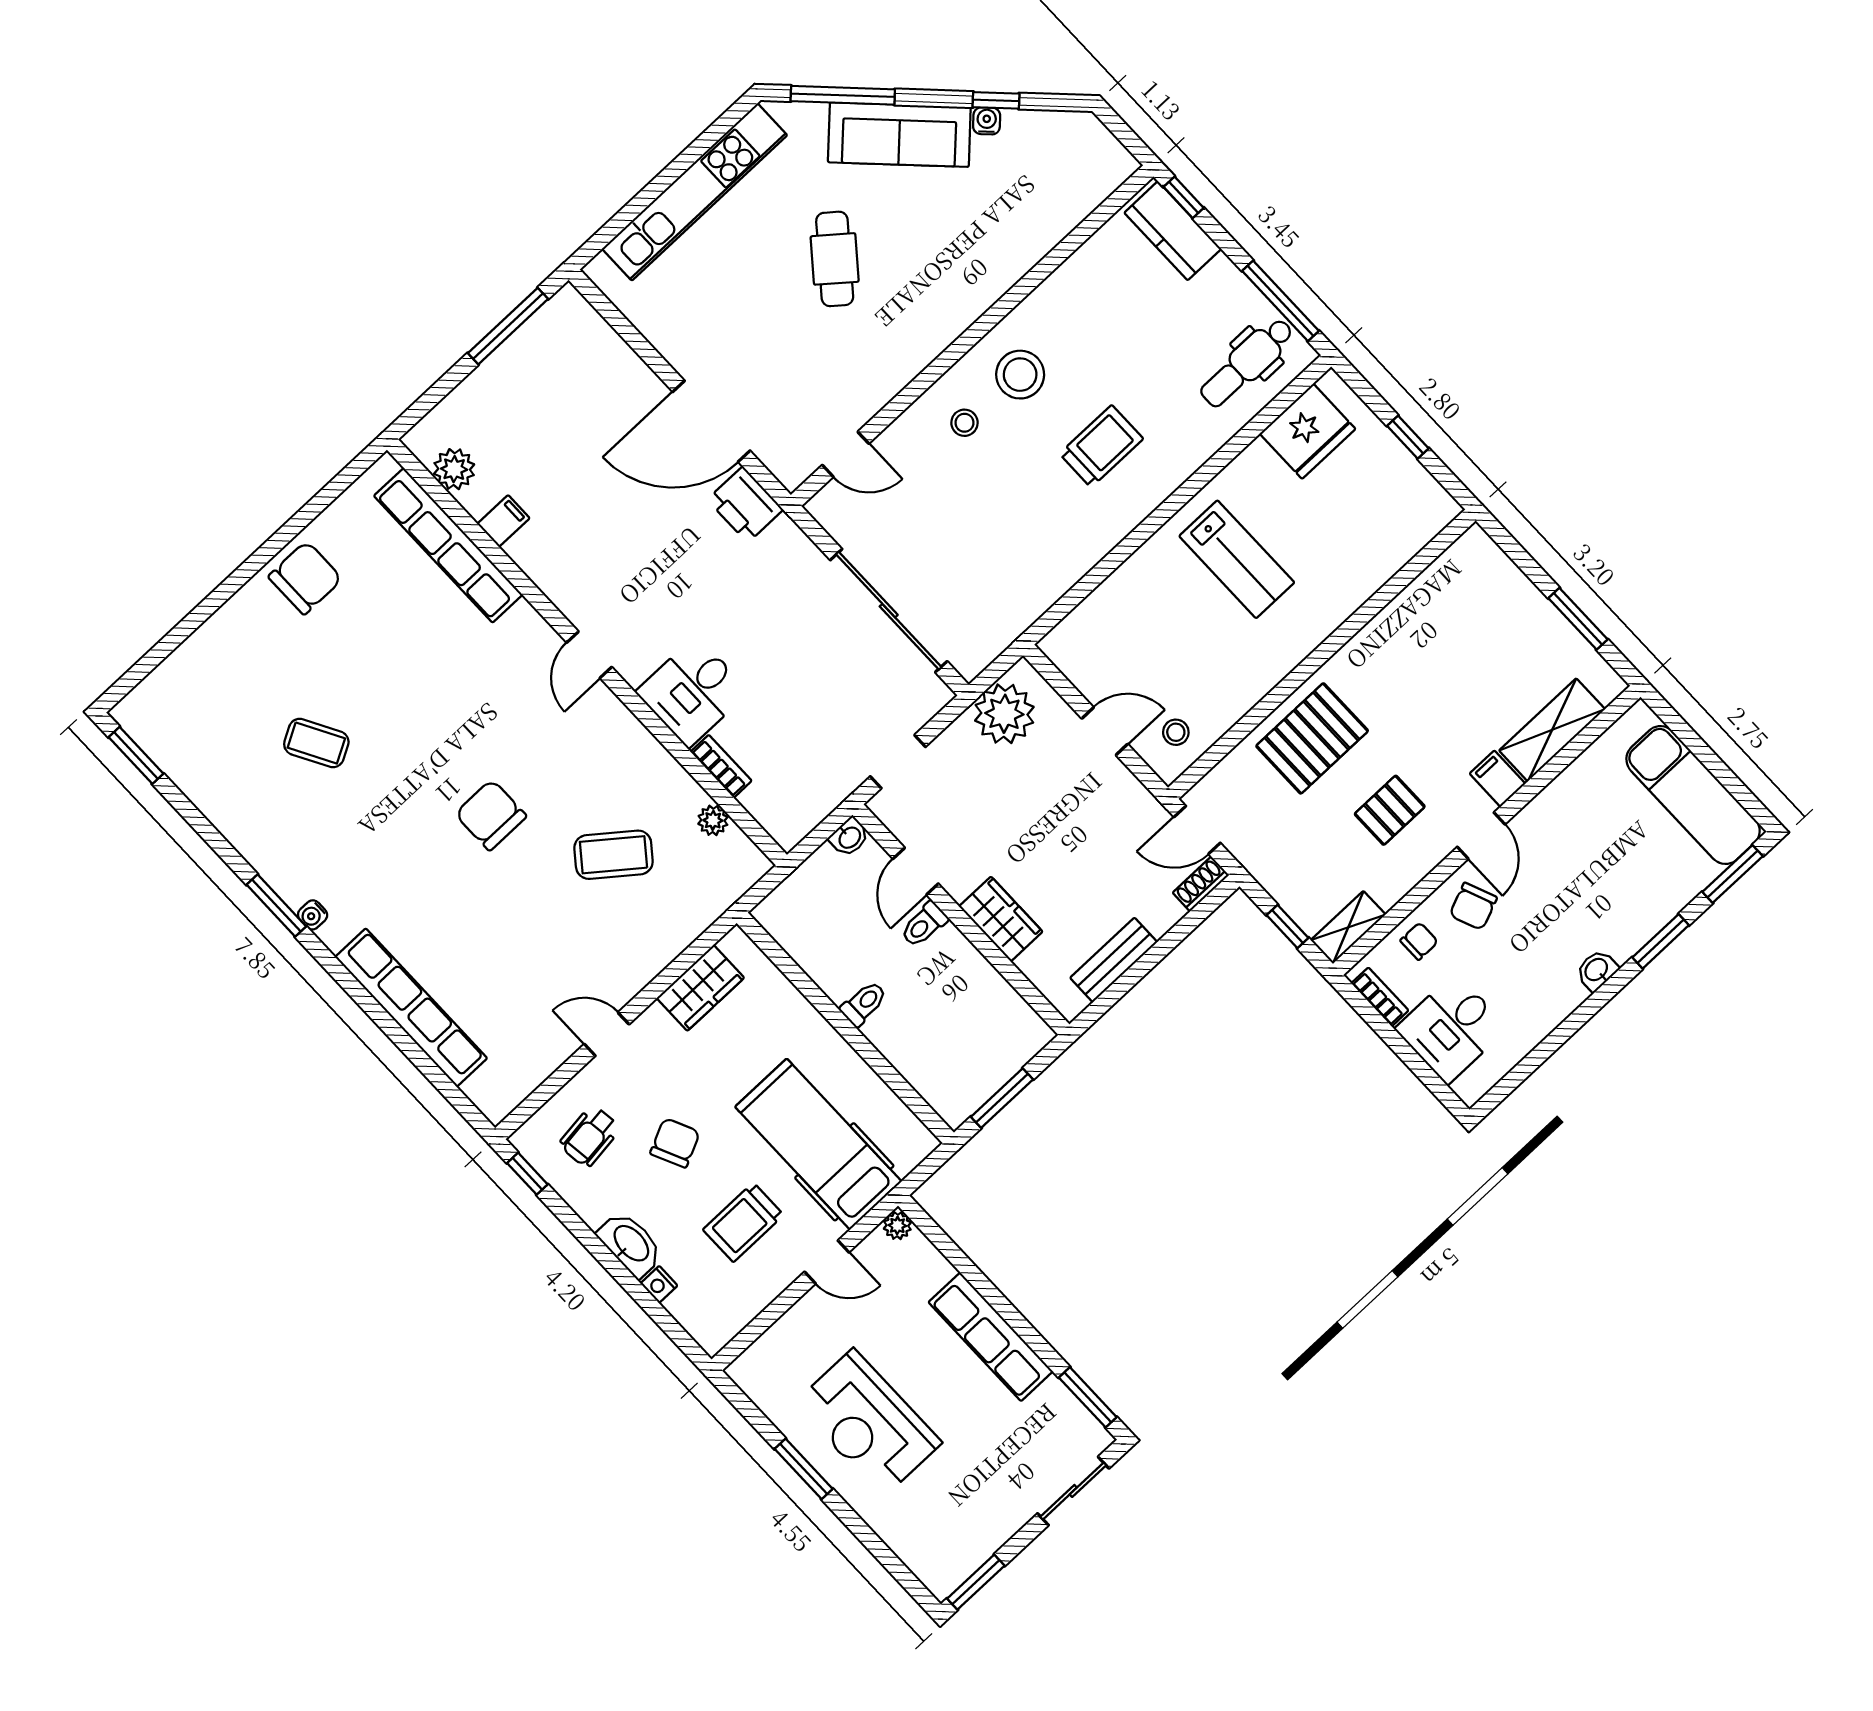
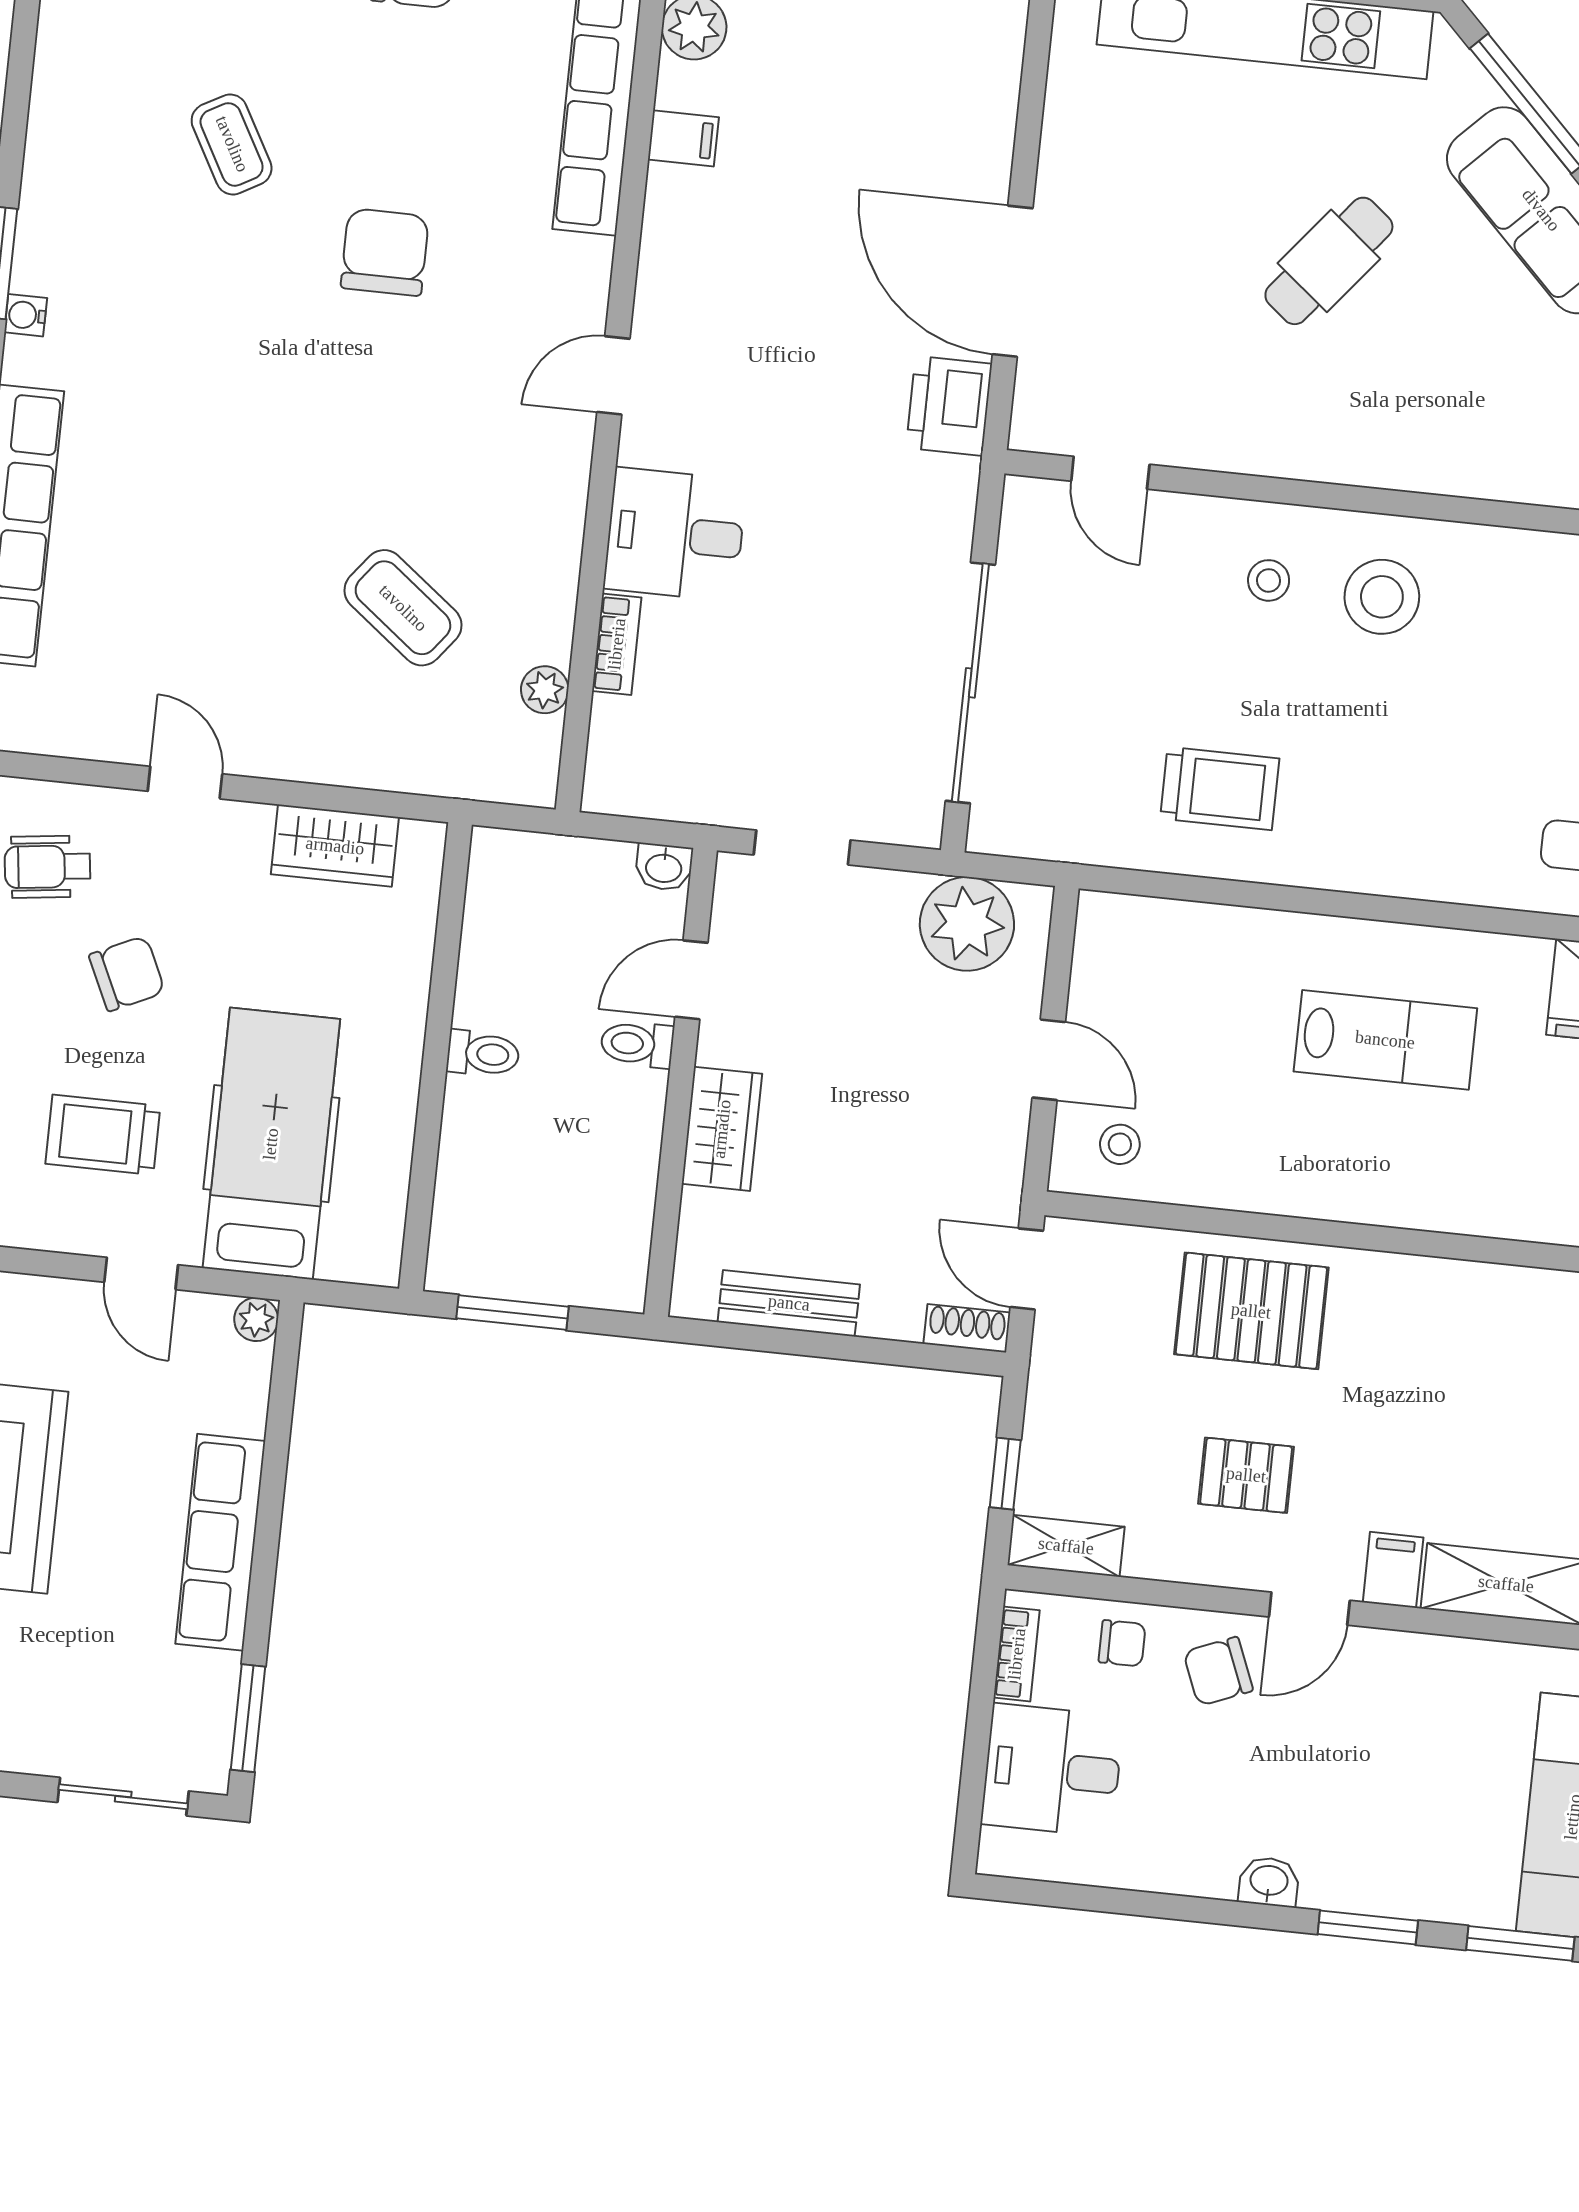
trolley: (1101, 446) -> (1220, 788), moved
lab bench: (1237, 559) -> (1385, 1040), turned -90
chair: (491, 815) -> (385, 252), moved

